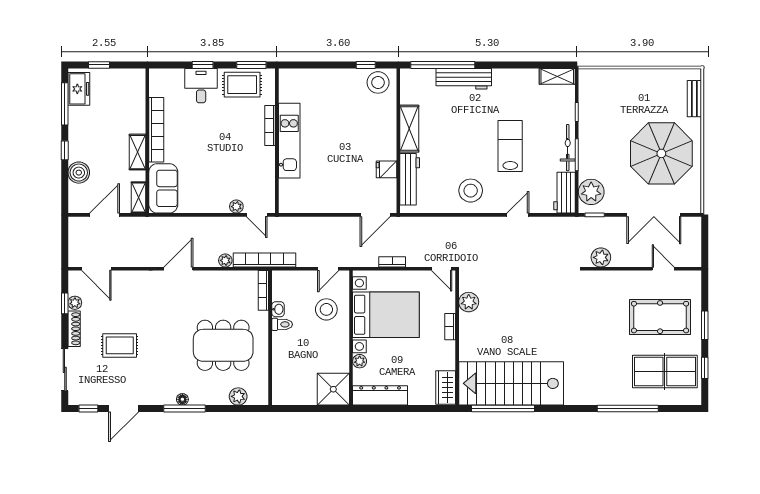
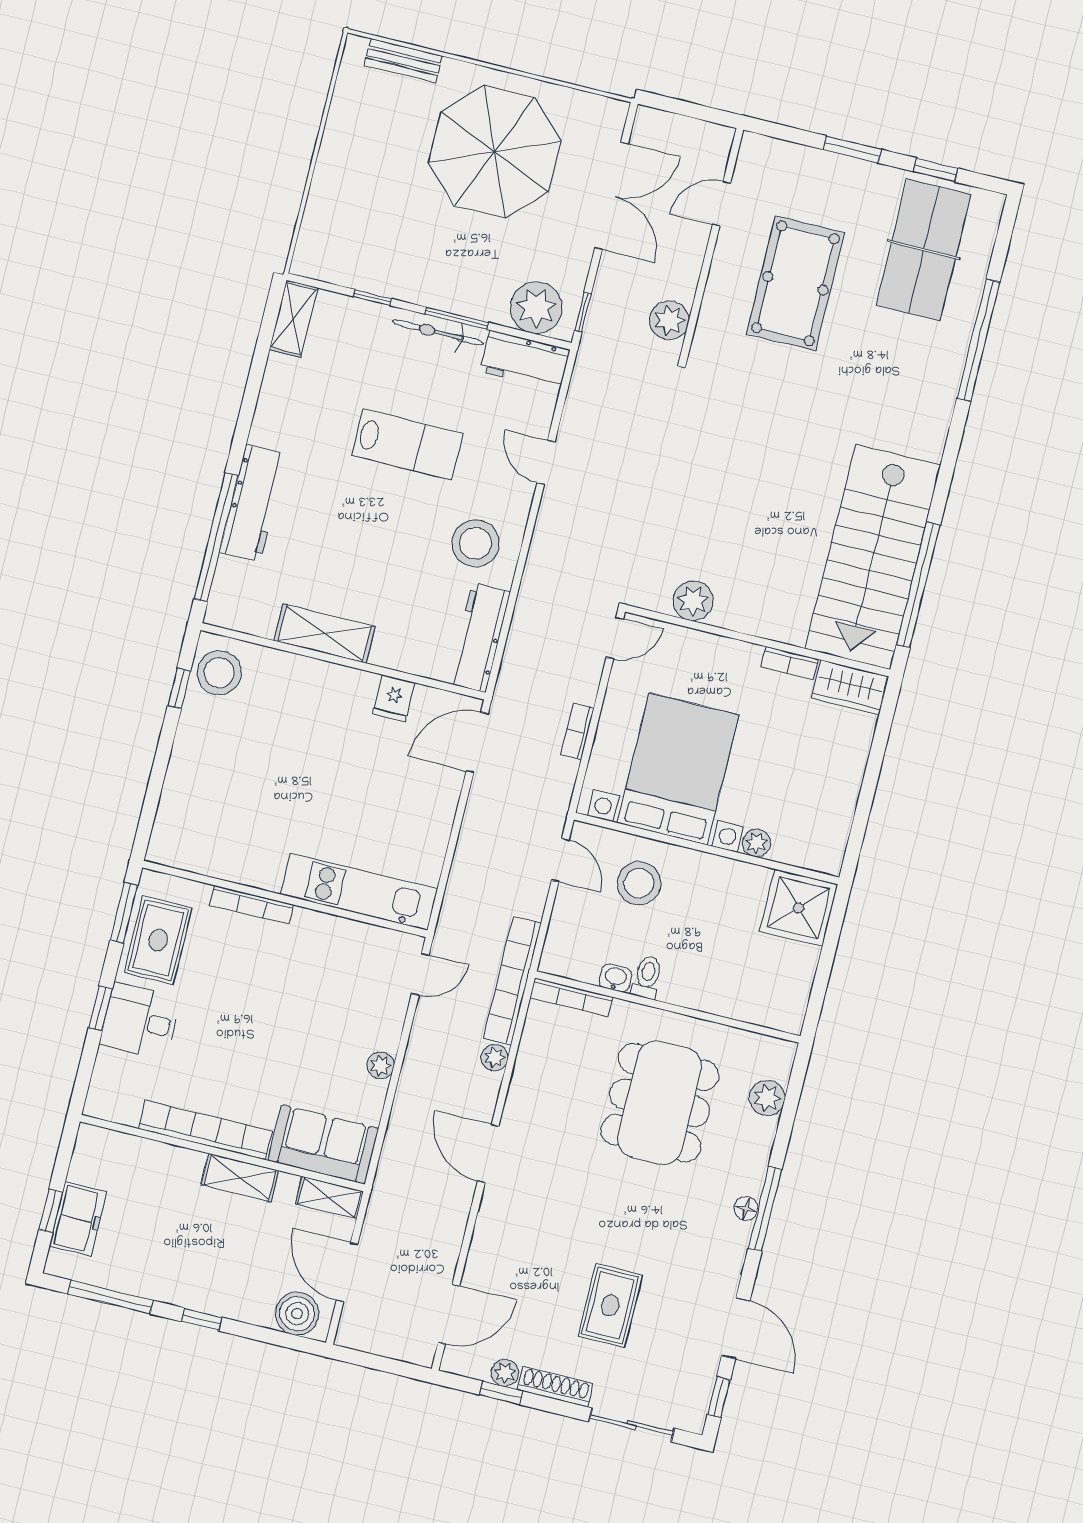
freezer: (79, 89) -> (78, 1219), moved, turned 90
kitchen unit: (289, 141) -> (359, 892), moved
lab bench: (510, 146) -> (407, 444), turned 180
boiler: (79, 173) -> (297, 1314), moved
workbench: (410, 179) -> (479, 637), moved, turned -90
plant: (236, 207) -> (380, 1065), moved
door: (375, 215) -> (477, 742), swing flipped
pool table: (660, 317) -> (795, 283), moved
bookcase: (450, 327) -> (790, 663), moved
dresser: (380, 395) -> (833, 819), removed

